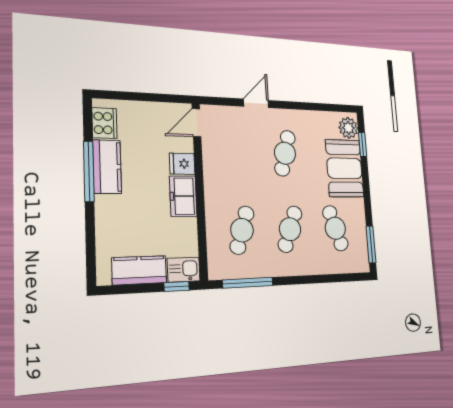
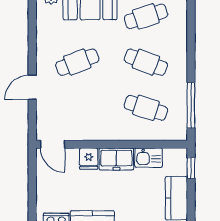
door: (256, 103) -> (32, 87), hinge flipped
cafe table: (285, 153) -> (77, 62), turned -36
kitchen sink: (184, 270) -> (149, 158), moved, turned -90

